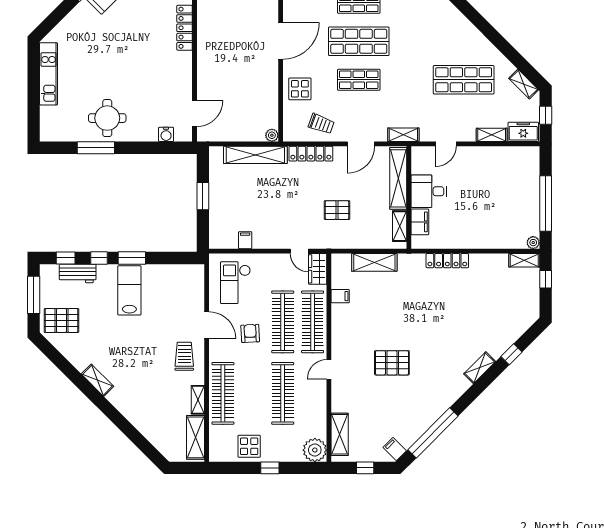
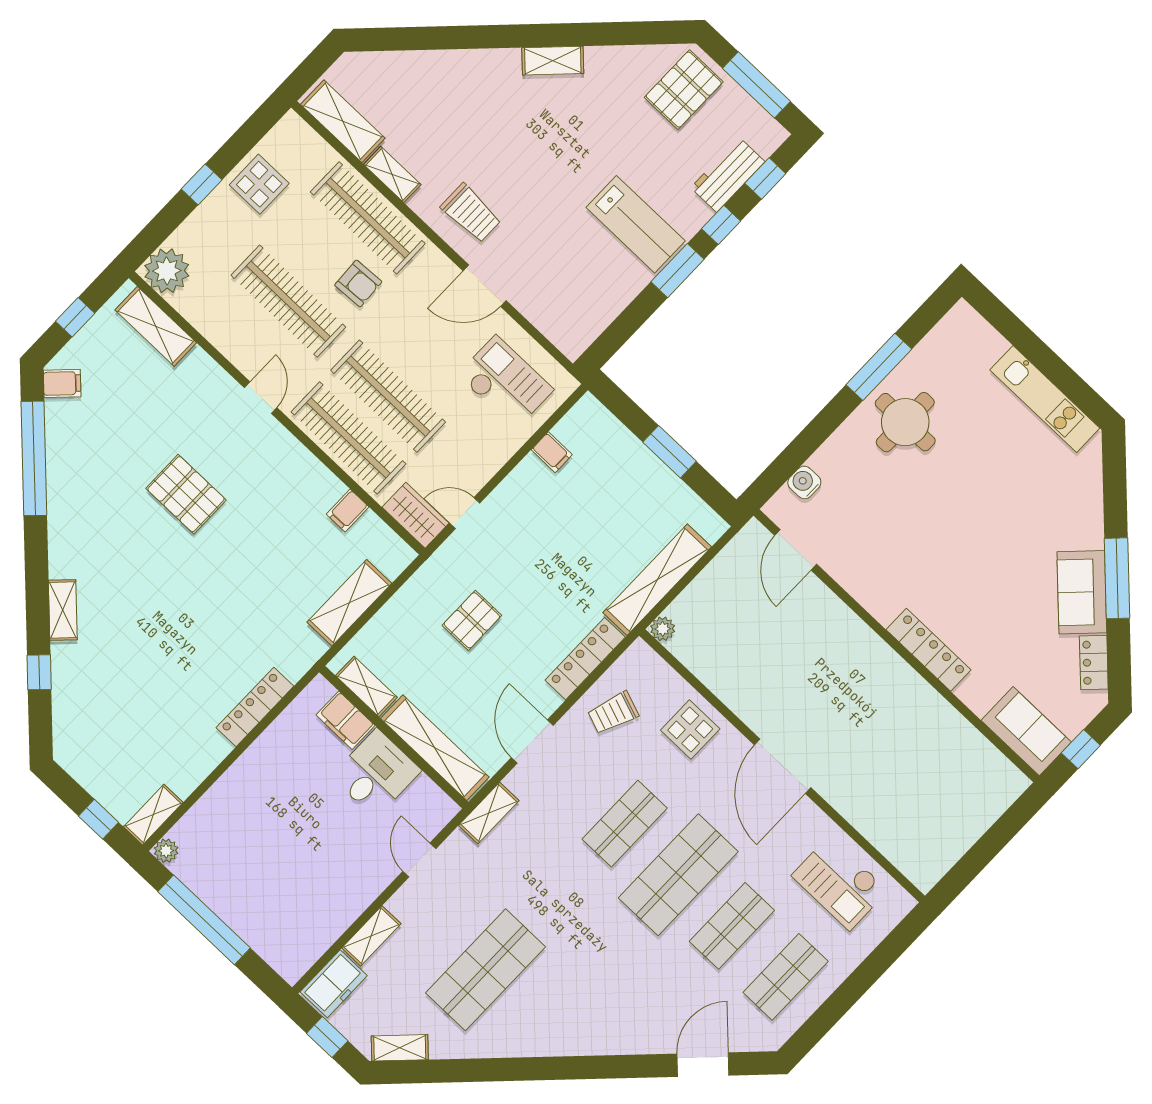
armchair: (250, 333) -> (358, 283), moved
pallet: (392, 363) -> (186, 494), turned 90

